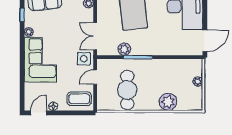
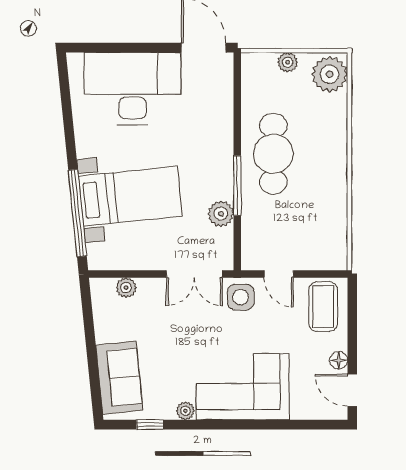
cafe table: (127, 90) -> (273, 154), moved, turned 90
plant: (168, 102) -> (330, 74), moved

